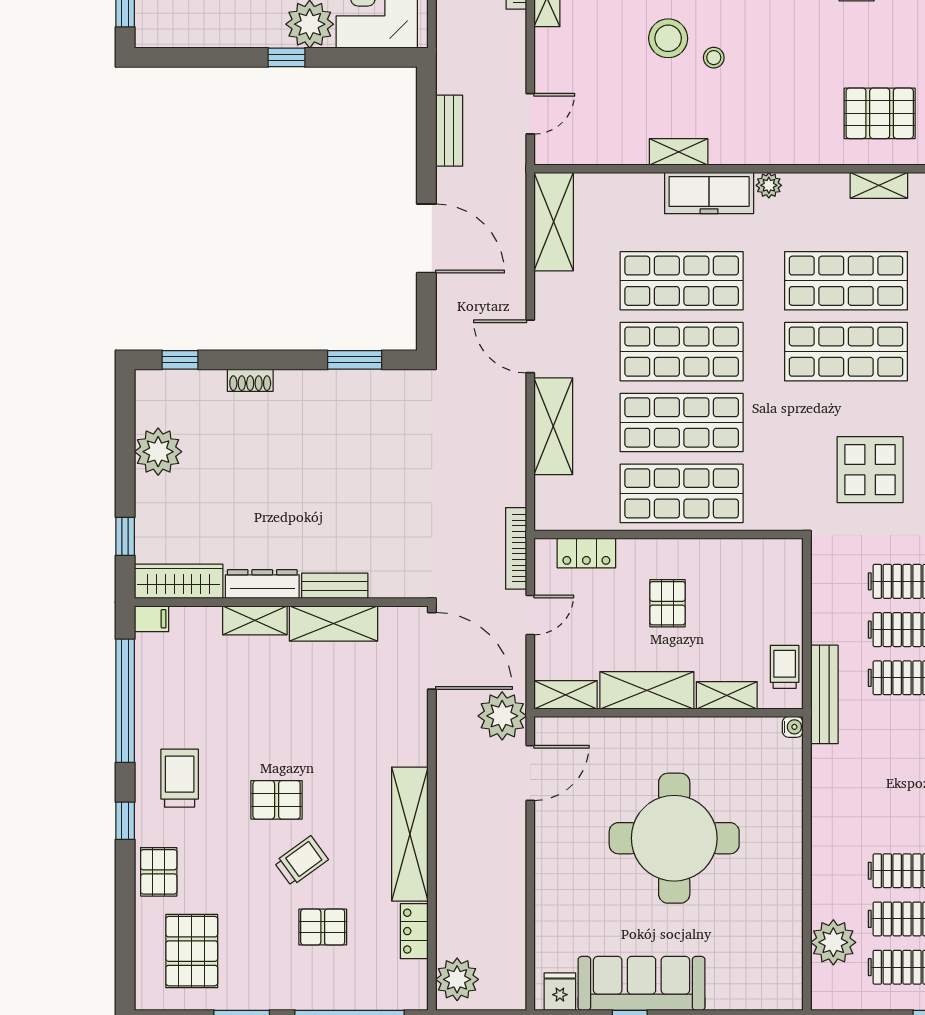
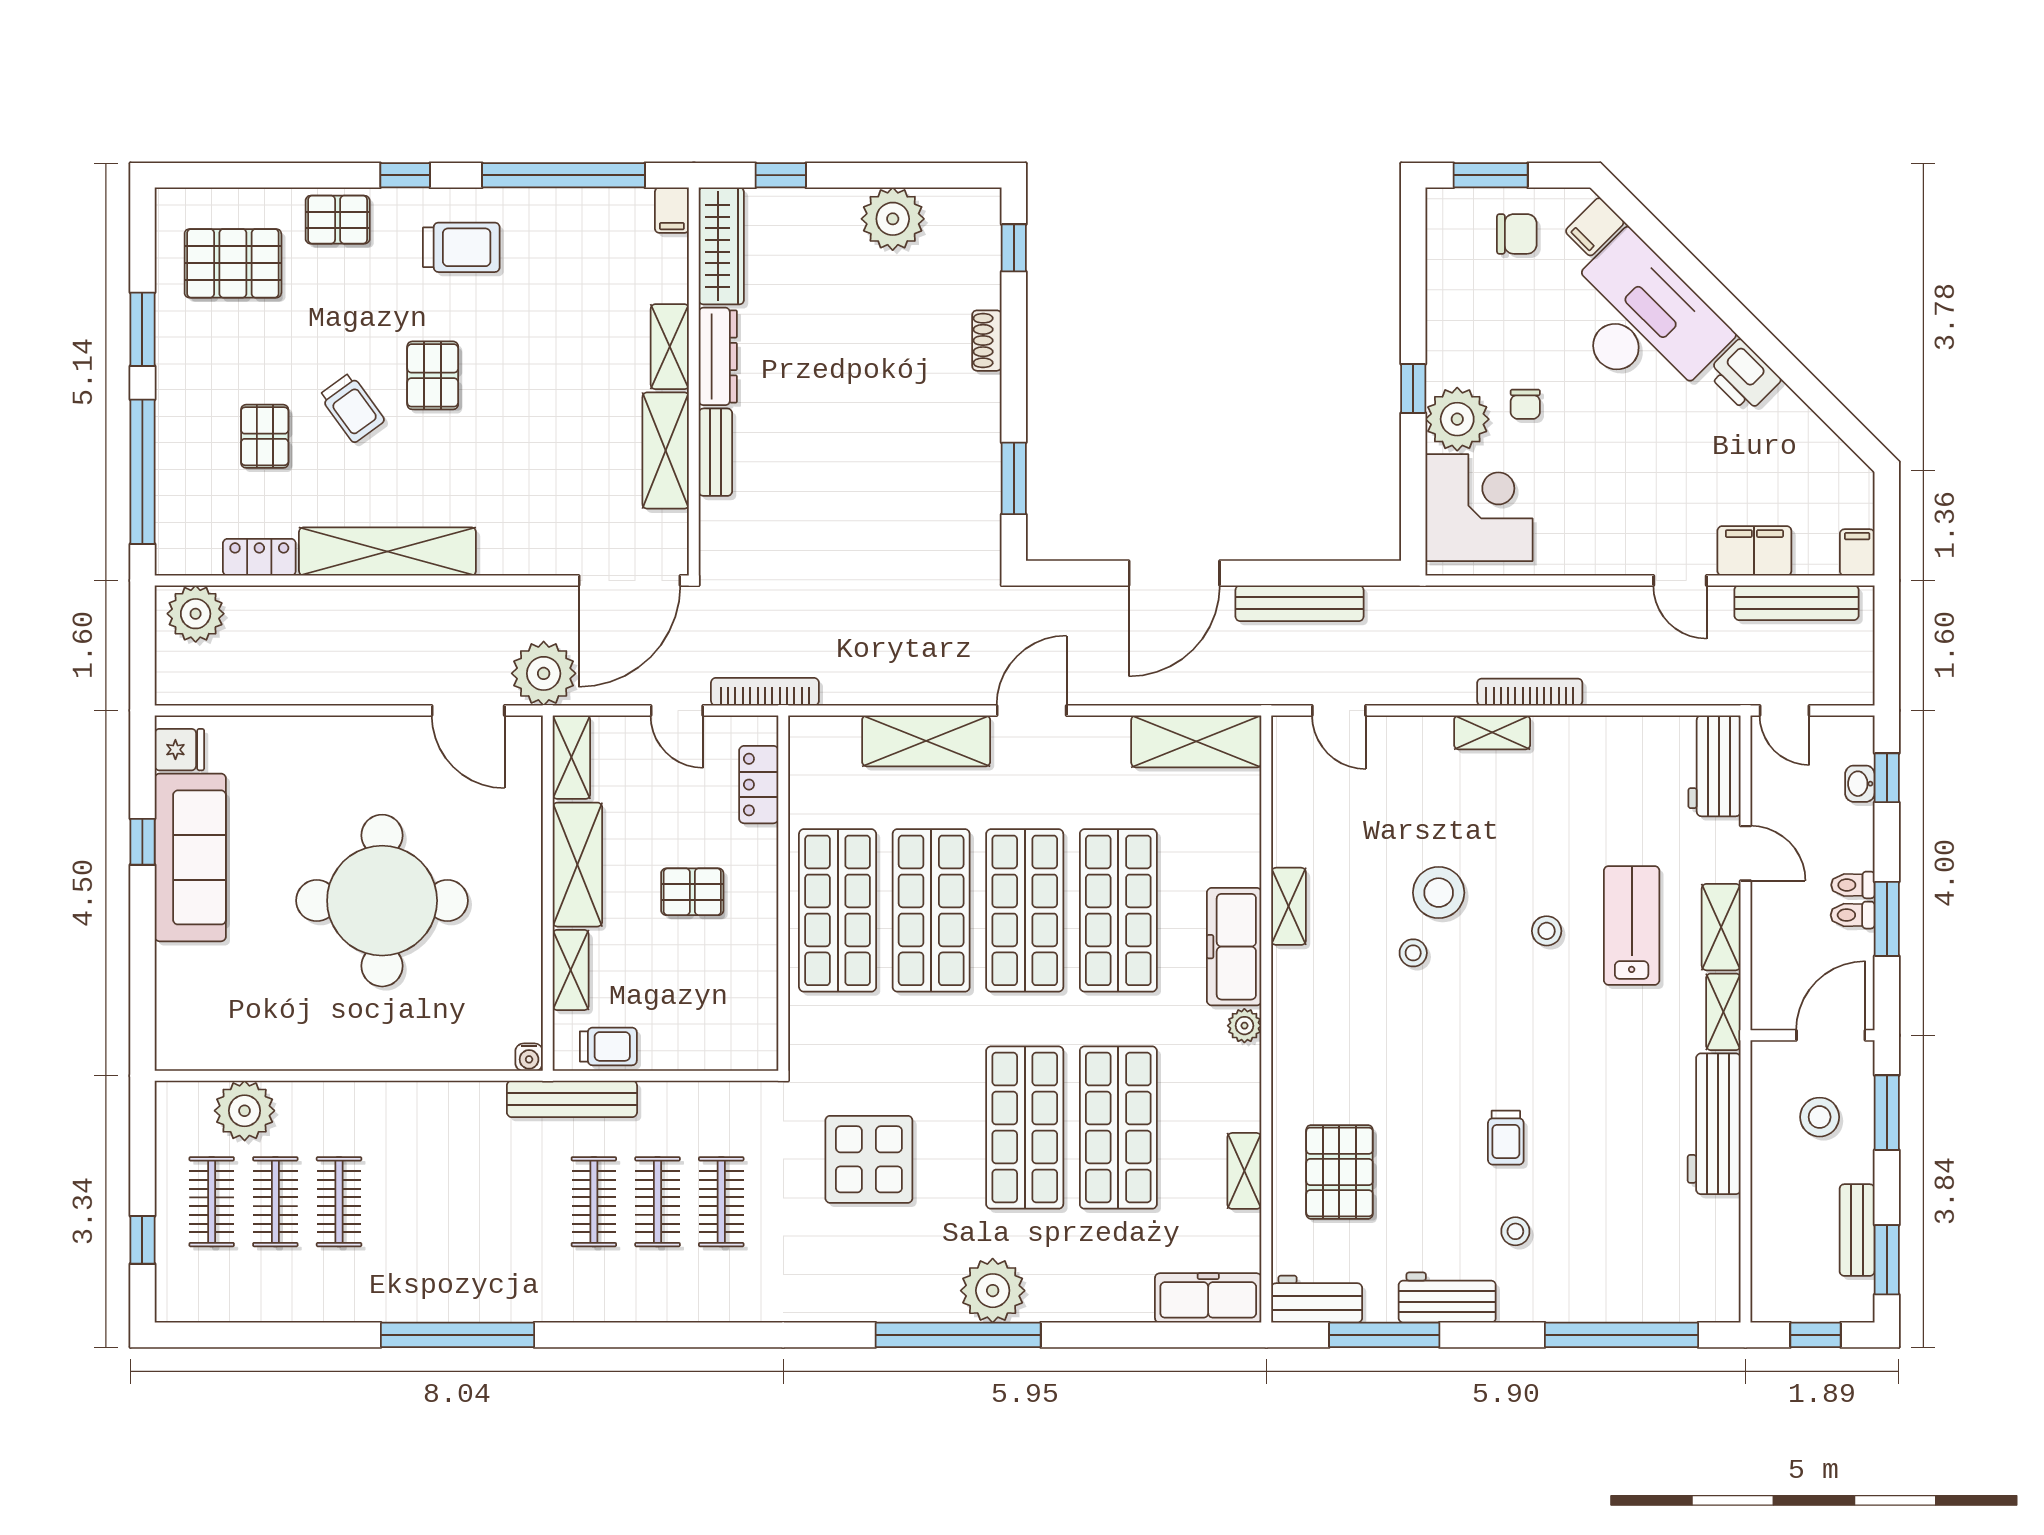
bench: (449, 131) -> (1299, 603), width x1.36

